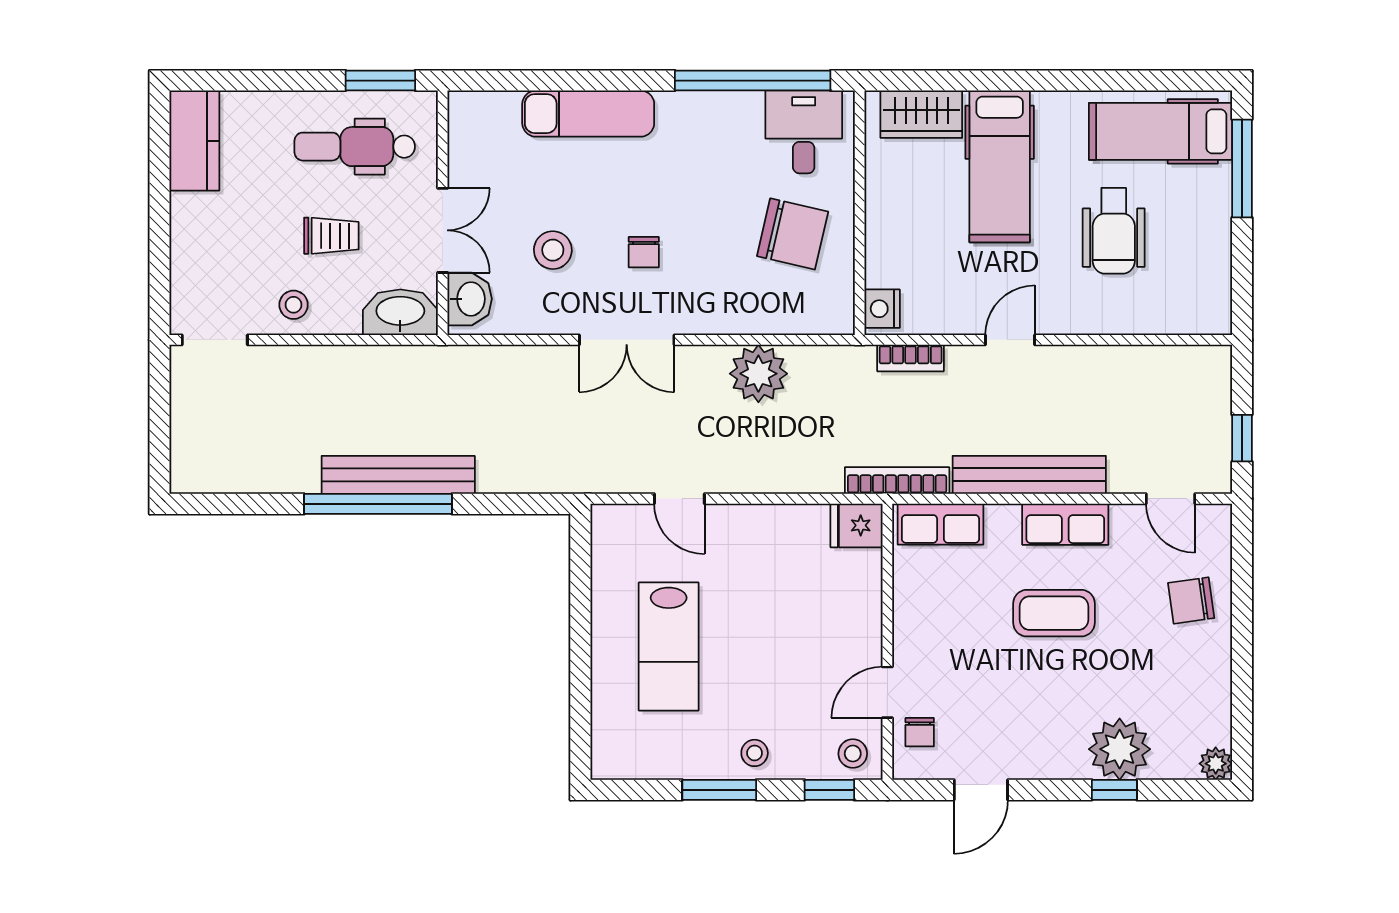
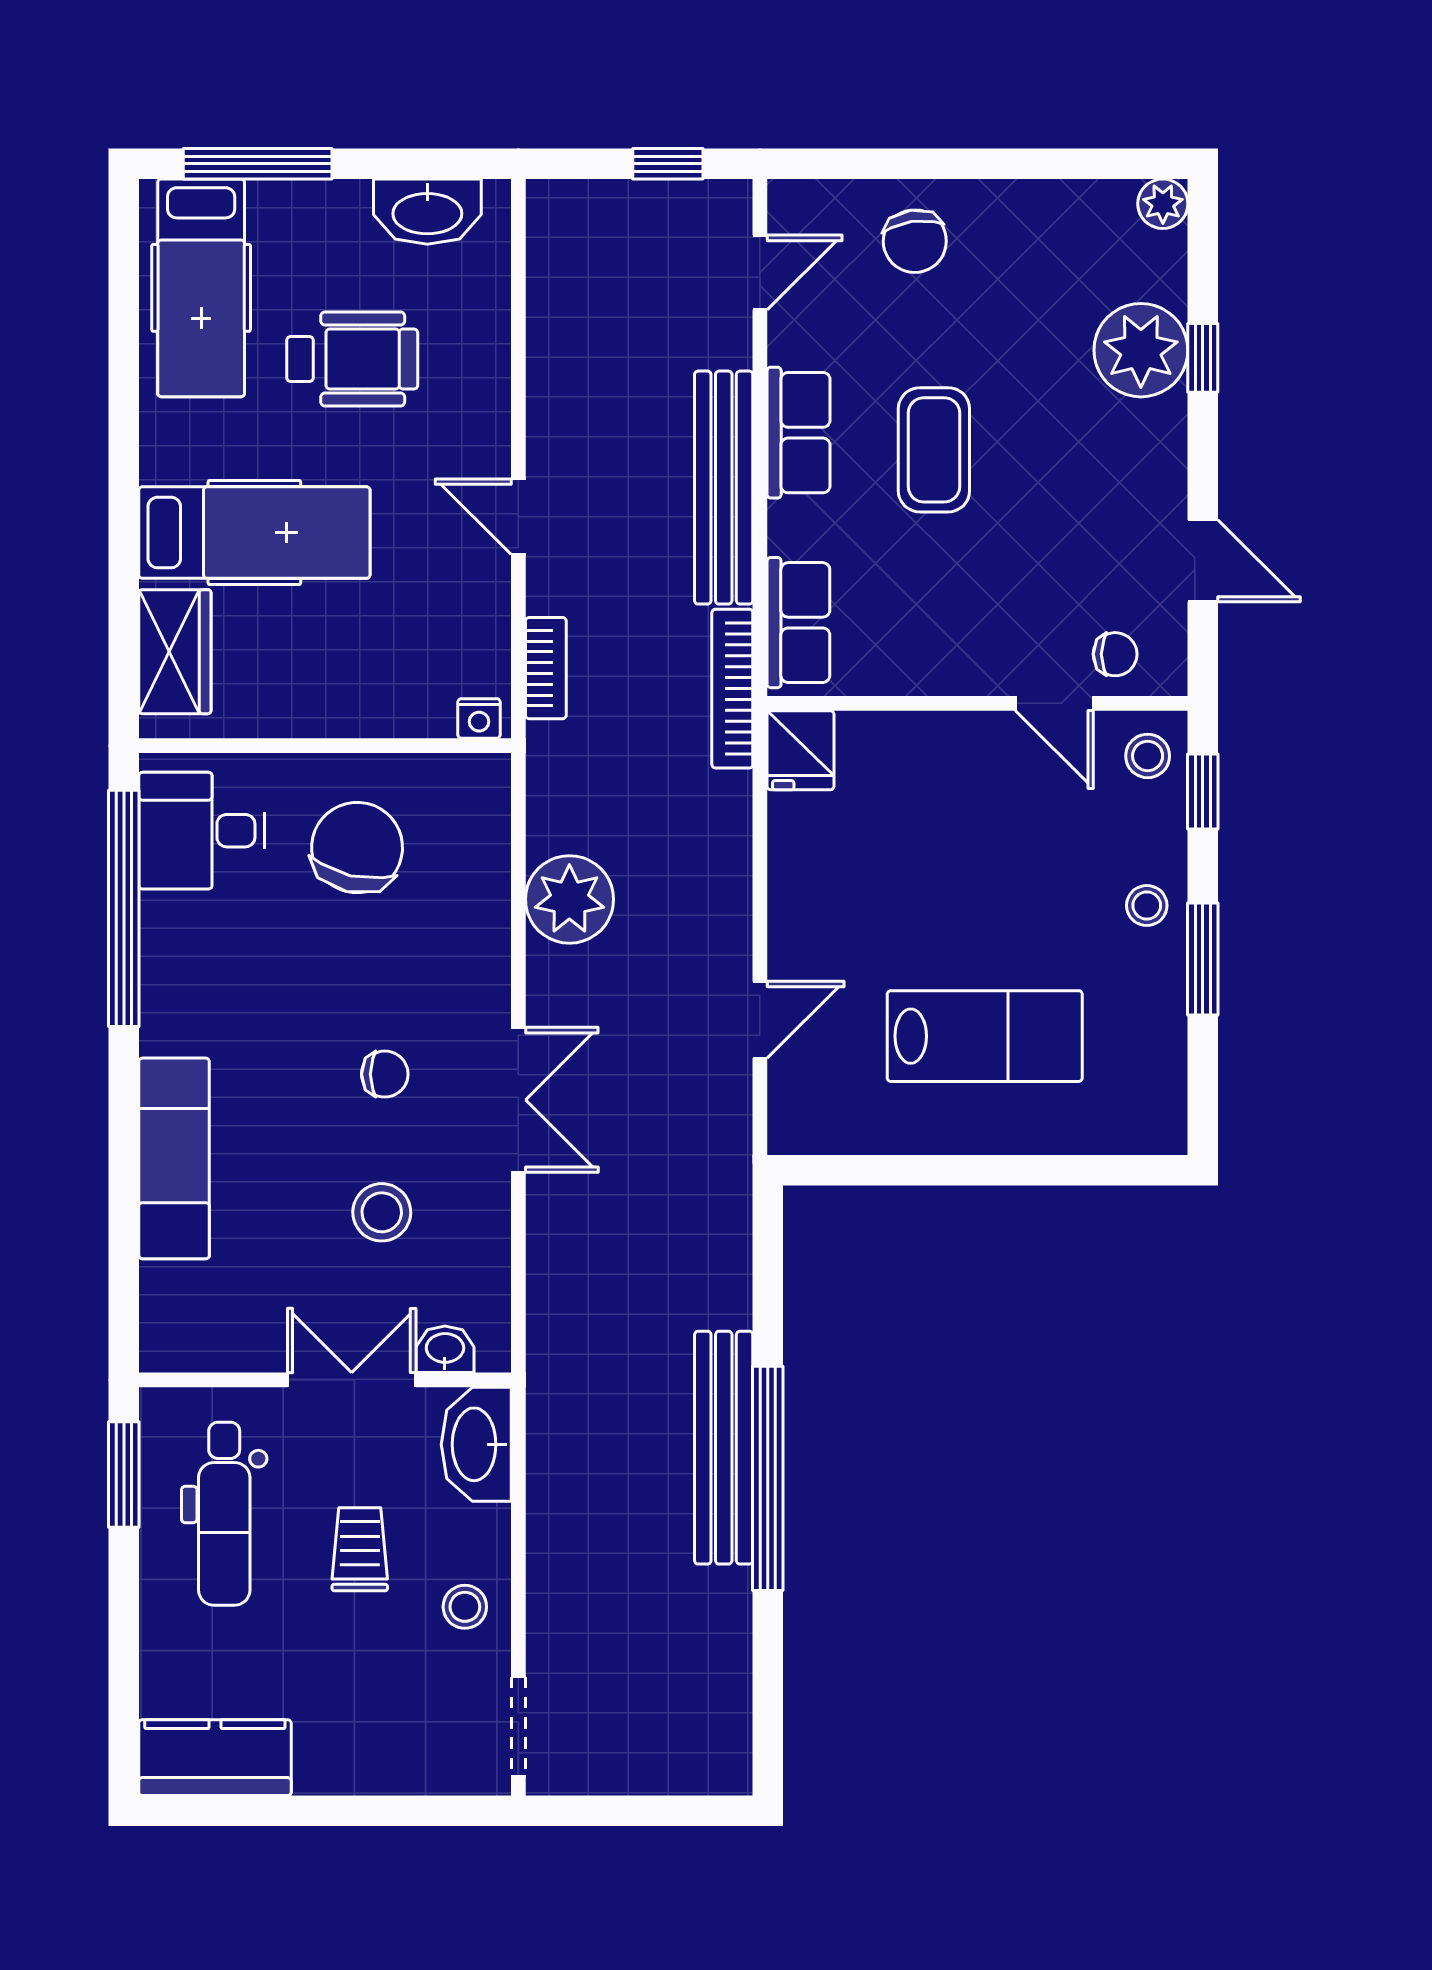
washbasin: (1211, 280) -> (427, 212), added
washbasin: (470, 299) -> (445, 1349), width x0.72, depth x0.69
nightstand: (882, 309) -> (479, 718), width x0.72, depth x0.74

